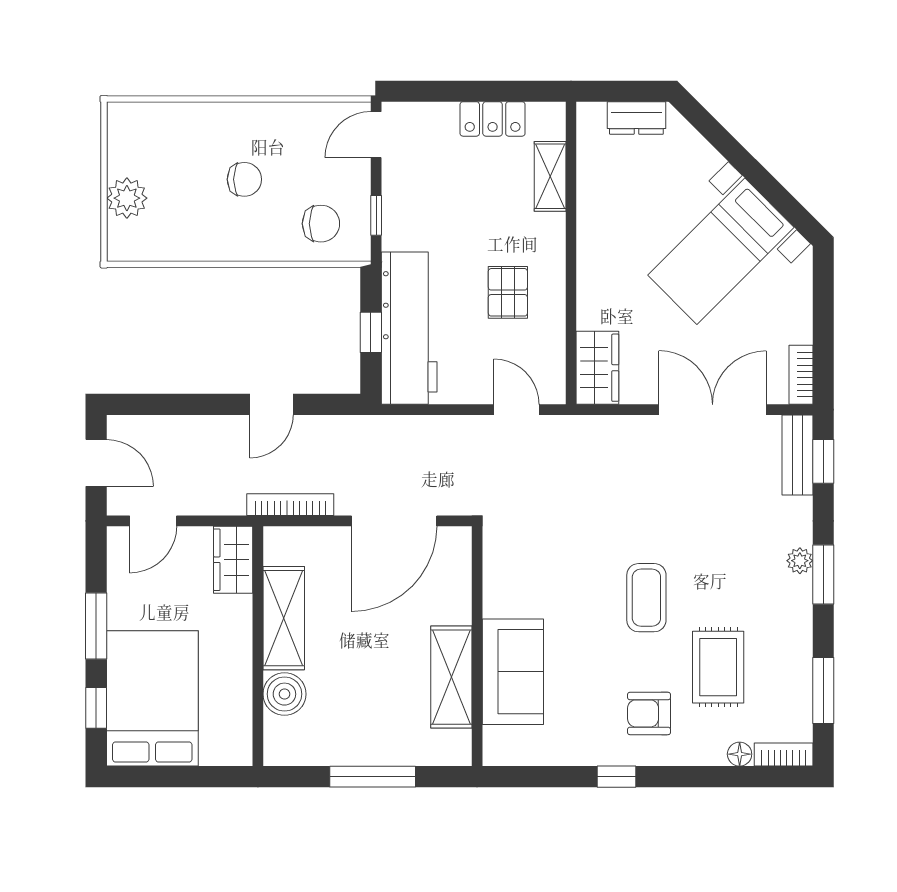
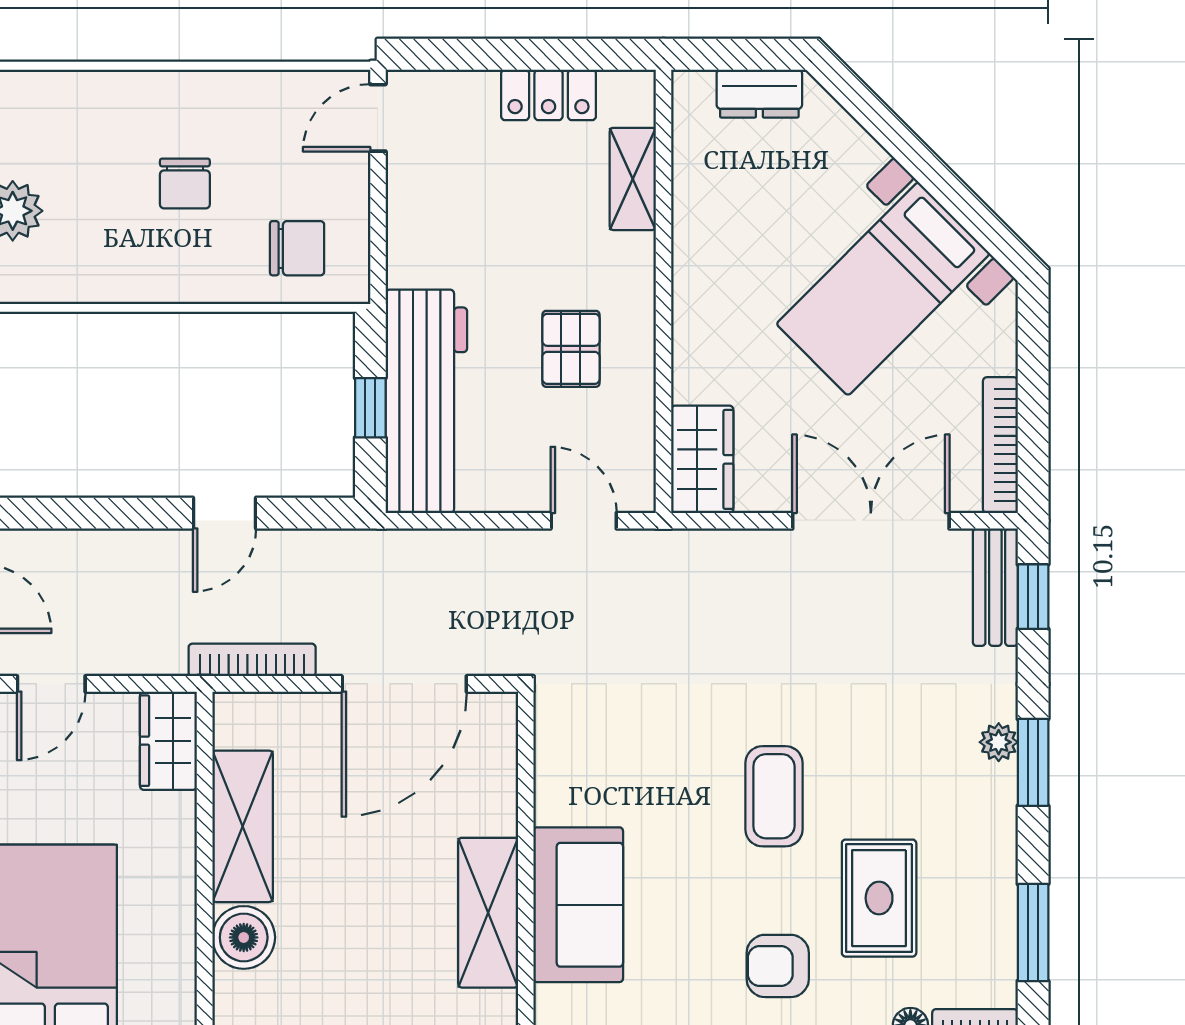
chair: (244, 179) -> (185, 183), turned 90
window: (376, 215) -> (378, 236), removed
bookcase: (801, 375) -> (1000, 445), width x1.56

